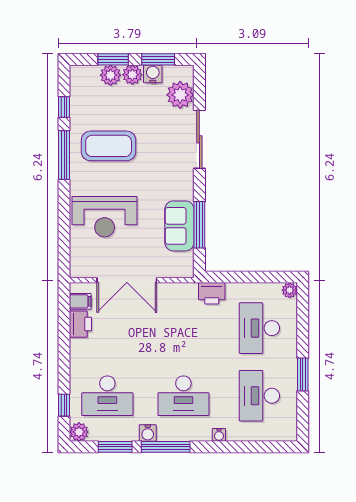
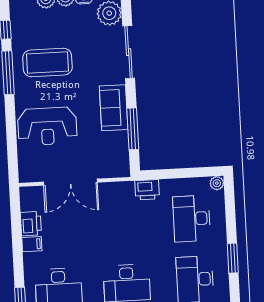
sofa: (179, 226) -> (114, 108), moved
filing cabinet: (80, 301) -> (32, 244), moved

